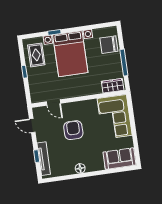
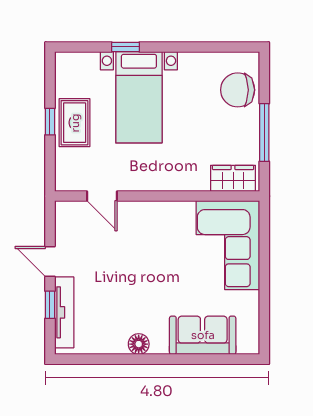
bed with nightstands: (70, 54) -> (139, 97), width x0.73
rug: (36, 55) -> (75, 123), moved
door: (32, 126) -> (50, 262), moved
armchair: (73, 130) -> (136, 261), removed
sofa: (119, 159) -> (203, 335), moved

